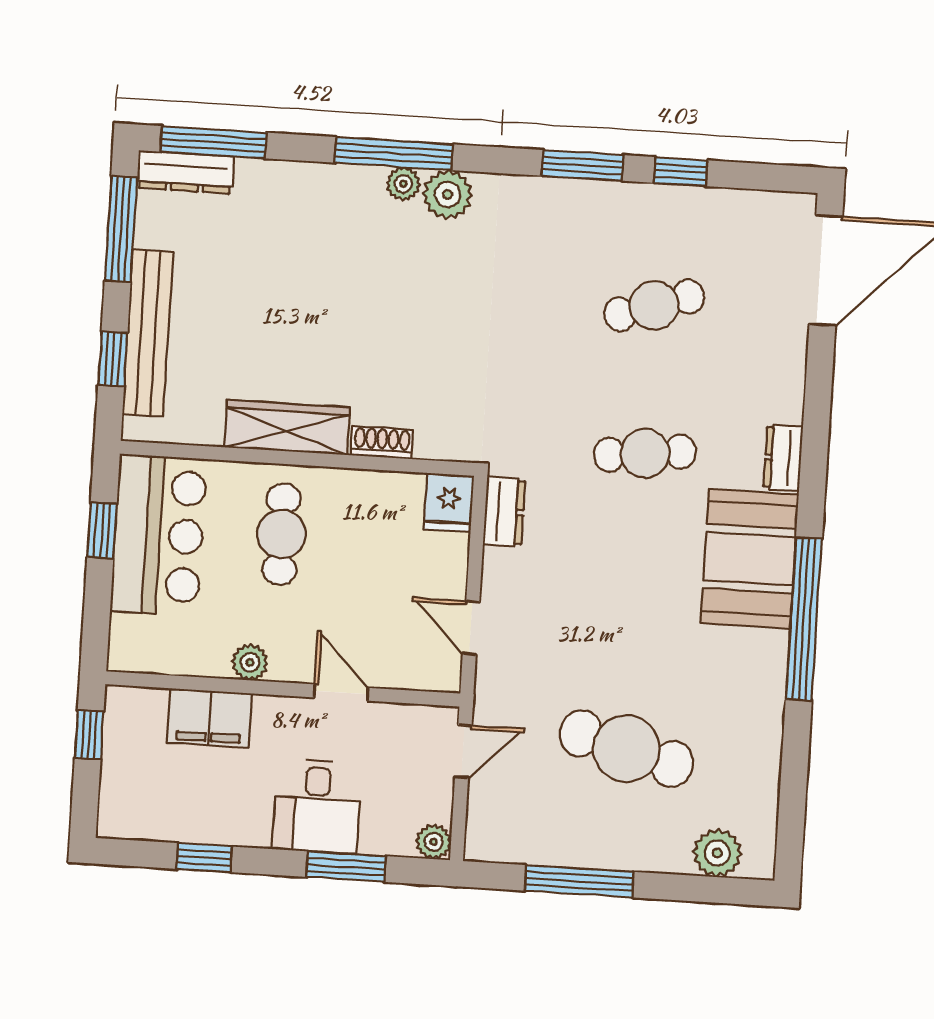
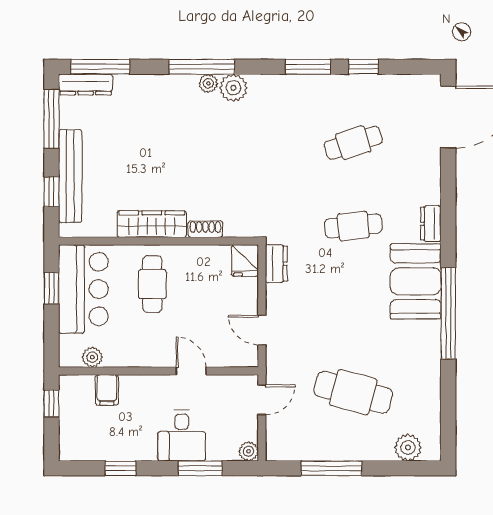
plant: (250, 662) -> (92, 357), moved
filing cabinet: (209, 718) -> (107, 390), width x0.50

